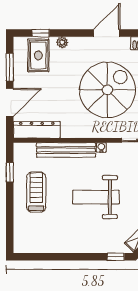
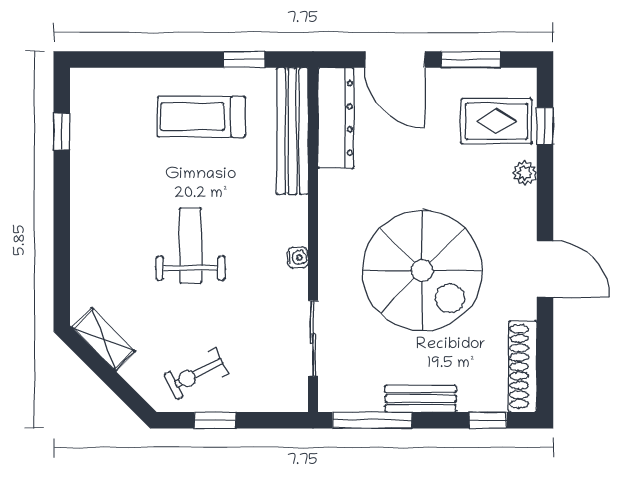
bench: (66, 150) -> (292, 131), moved
treadmill: (36, 192) -> (201, 117), turned 180
weight bench: (96, 197) -> (191, 246), width x0.73, depth x0.75
window: (116, 257) -> (62, 131), moved

